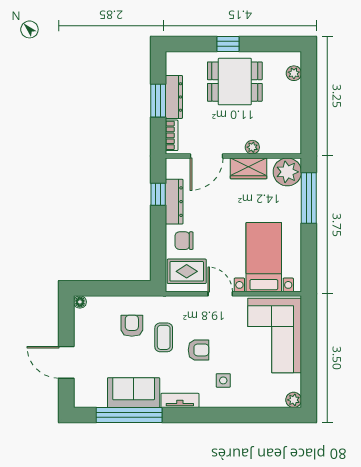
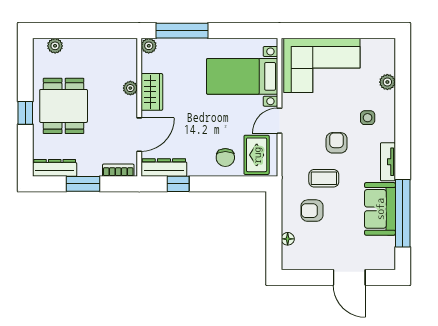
dresser: (174, 97) -> (55, 168), moved
door: (207, 156) -> (139, 135), hinge flipped
plant: (287, 172) -> (149, 46), width x0.53, depth x0.53
dresser: (174, 202) -> (164, 168), moved
floor lamp: (80, 302) -> (288, 239), moved
door: (66, 362) -> (349, 277), hinge flipped
plant: (294, 400) -> (387, 82), moved

